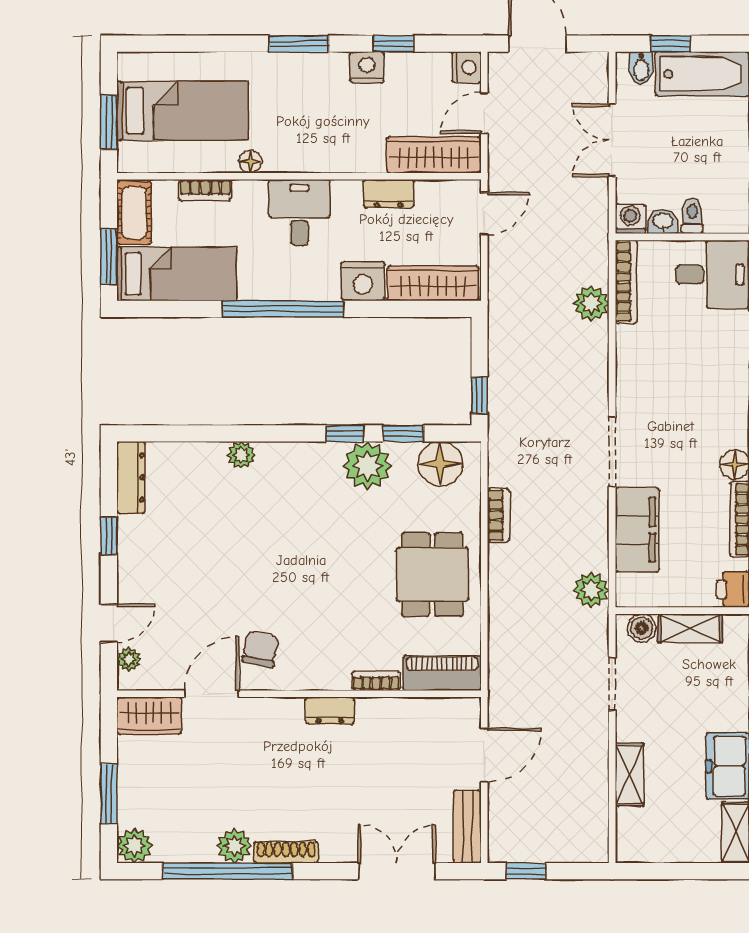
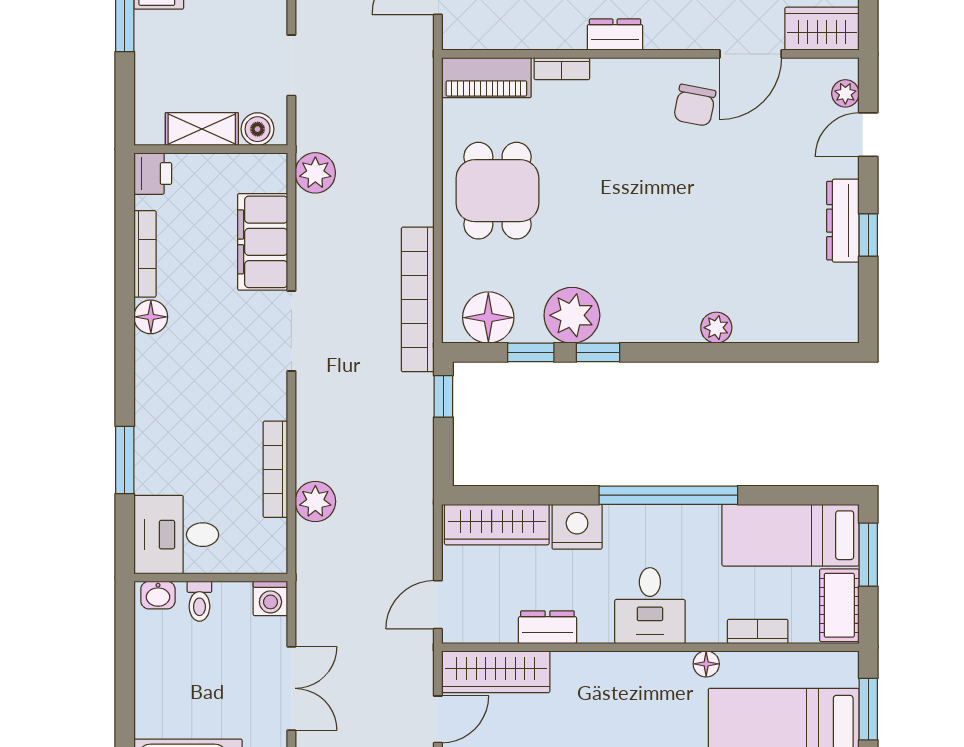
washbasin: (663, 222) -> (158, 595), moved
bookcase: (626, 282) -> (275, 469), moved
dresser: (131, 478) -> (843, 221), moved
bookcase: (498, 515) -> (418, 299), width x2.31, depth x1.31

